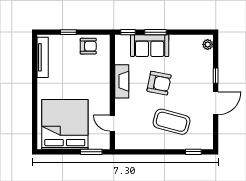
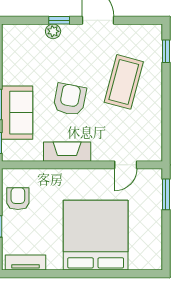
plant: (208, 44) -> (53, 31), moved
tv unit: (43, 57) -> (26, 263), width x0.71
bed: (65, 124) -> (96, 235), moved, turned 90

